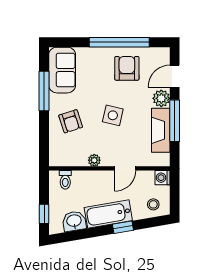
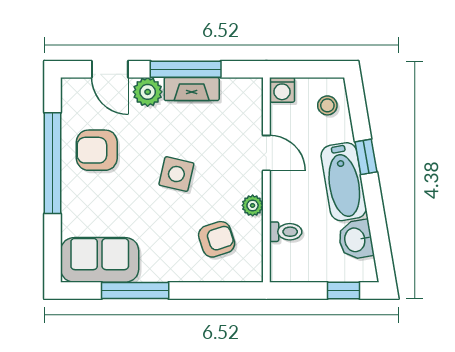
armchair: (71, 121) -> (217, 239), moved
fireplace: (161, 130) -> (192, 89), width x0.73, depth x0.76
toilet: (65, 180) -> (286, 232), moved

